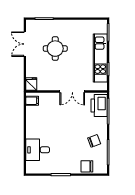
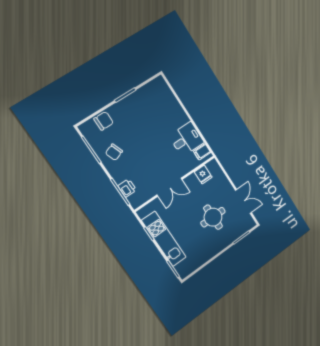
fridge: (31, 84) -> (203, 175), moved
double door: (72, 91) -> (169, 187), swing flipped
printer: (99, 106) -> (127, 188), width x0.53, depth x0.68
desk: (38, 150) -> (187, 139), moved

